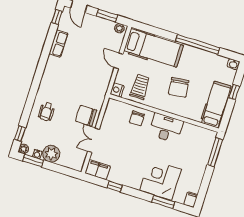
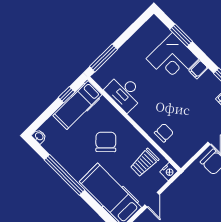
chair: (179, 87) -> (106, 142), turned -38
window: (234, 92) -> (67, 95), moved
desk: (166, 128) -> (124, 92), moved
filing cabinet: (191, 200) -> (198, 69), moved

